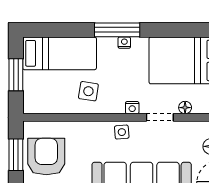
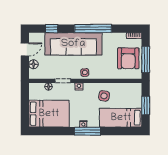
window: (16, 155) -> (146, 59), width x1.44

